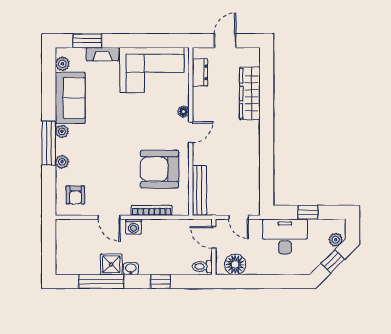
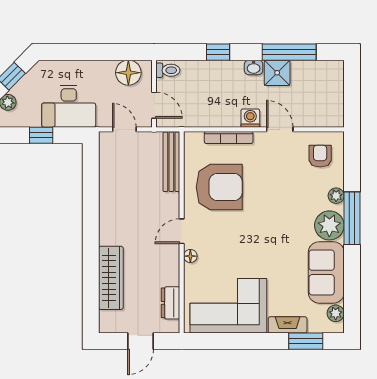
plant: (62, 131) -> (329, 225), width x1.88, depth x1.88

